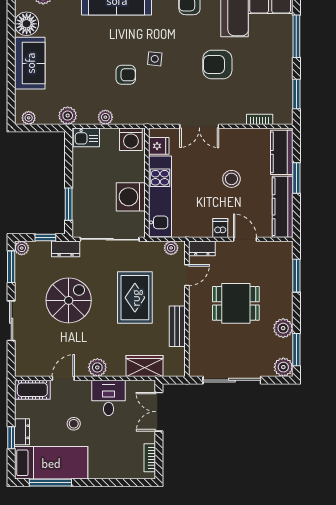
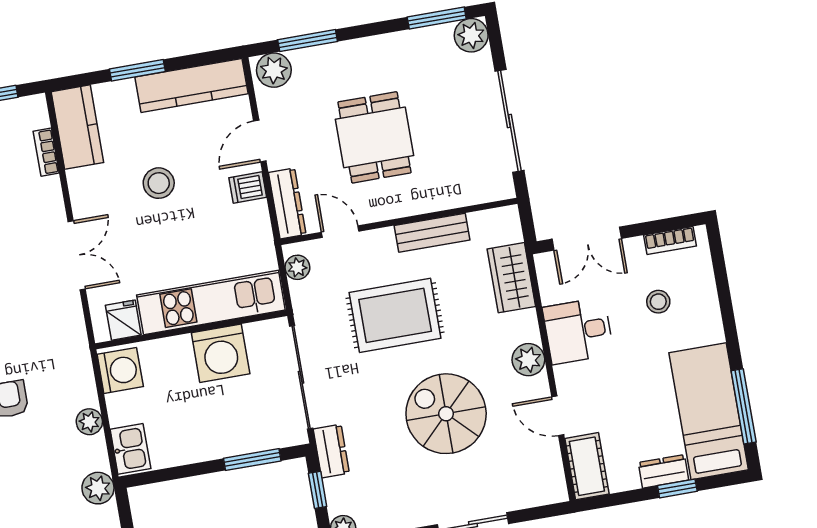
kitchen counter: (282, 152) -> (77, 127), moved, turned -90
dresser: (202, 248) -> (287, 203), width x1.44
spiral stairs: (69, 300) -> (446, 414), moved
plant: (283, 328) -> (274, 70), moved
stool: (74, 424) -> (658, 302), moved

